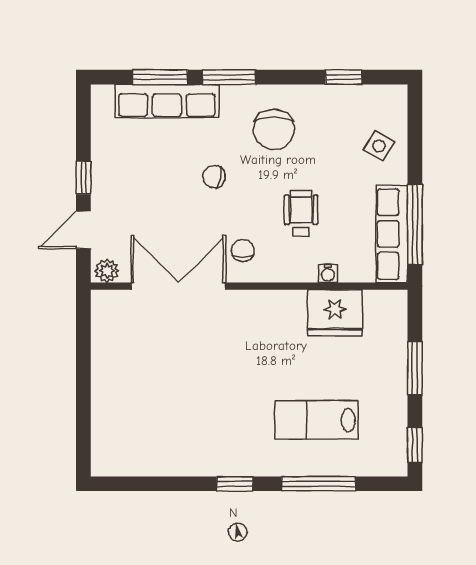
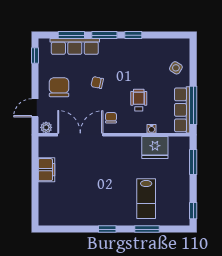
window: (344, 77) -> (133, 35), moved
chair: (274, 130) -> (59, 87), moved, turned 180
window: (83, 178) -> (35, 56), moved
filing cabinet: (108, 359) -> (47, 170), added
window: (415, 369) -> (193, 162), moved
lab bench: (317, 420) -> (146, 199), turned -90
window: (318, 484) -> (147, 229), width x0.69

